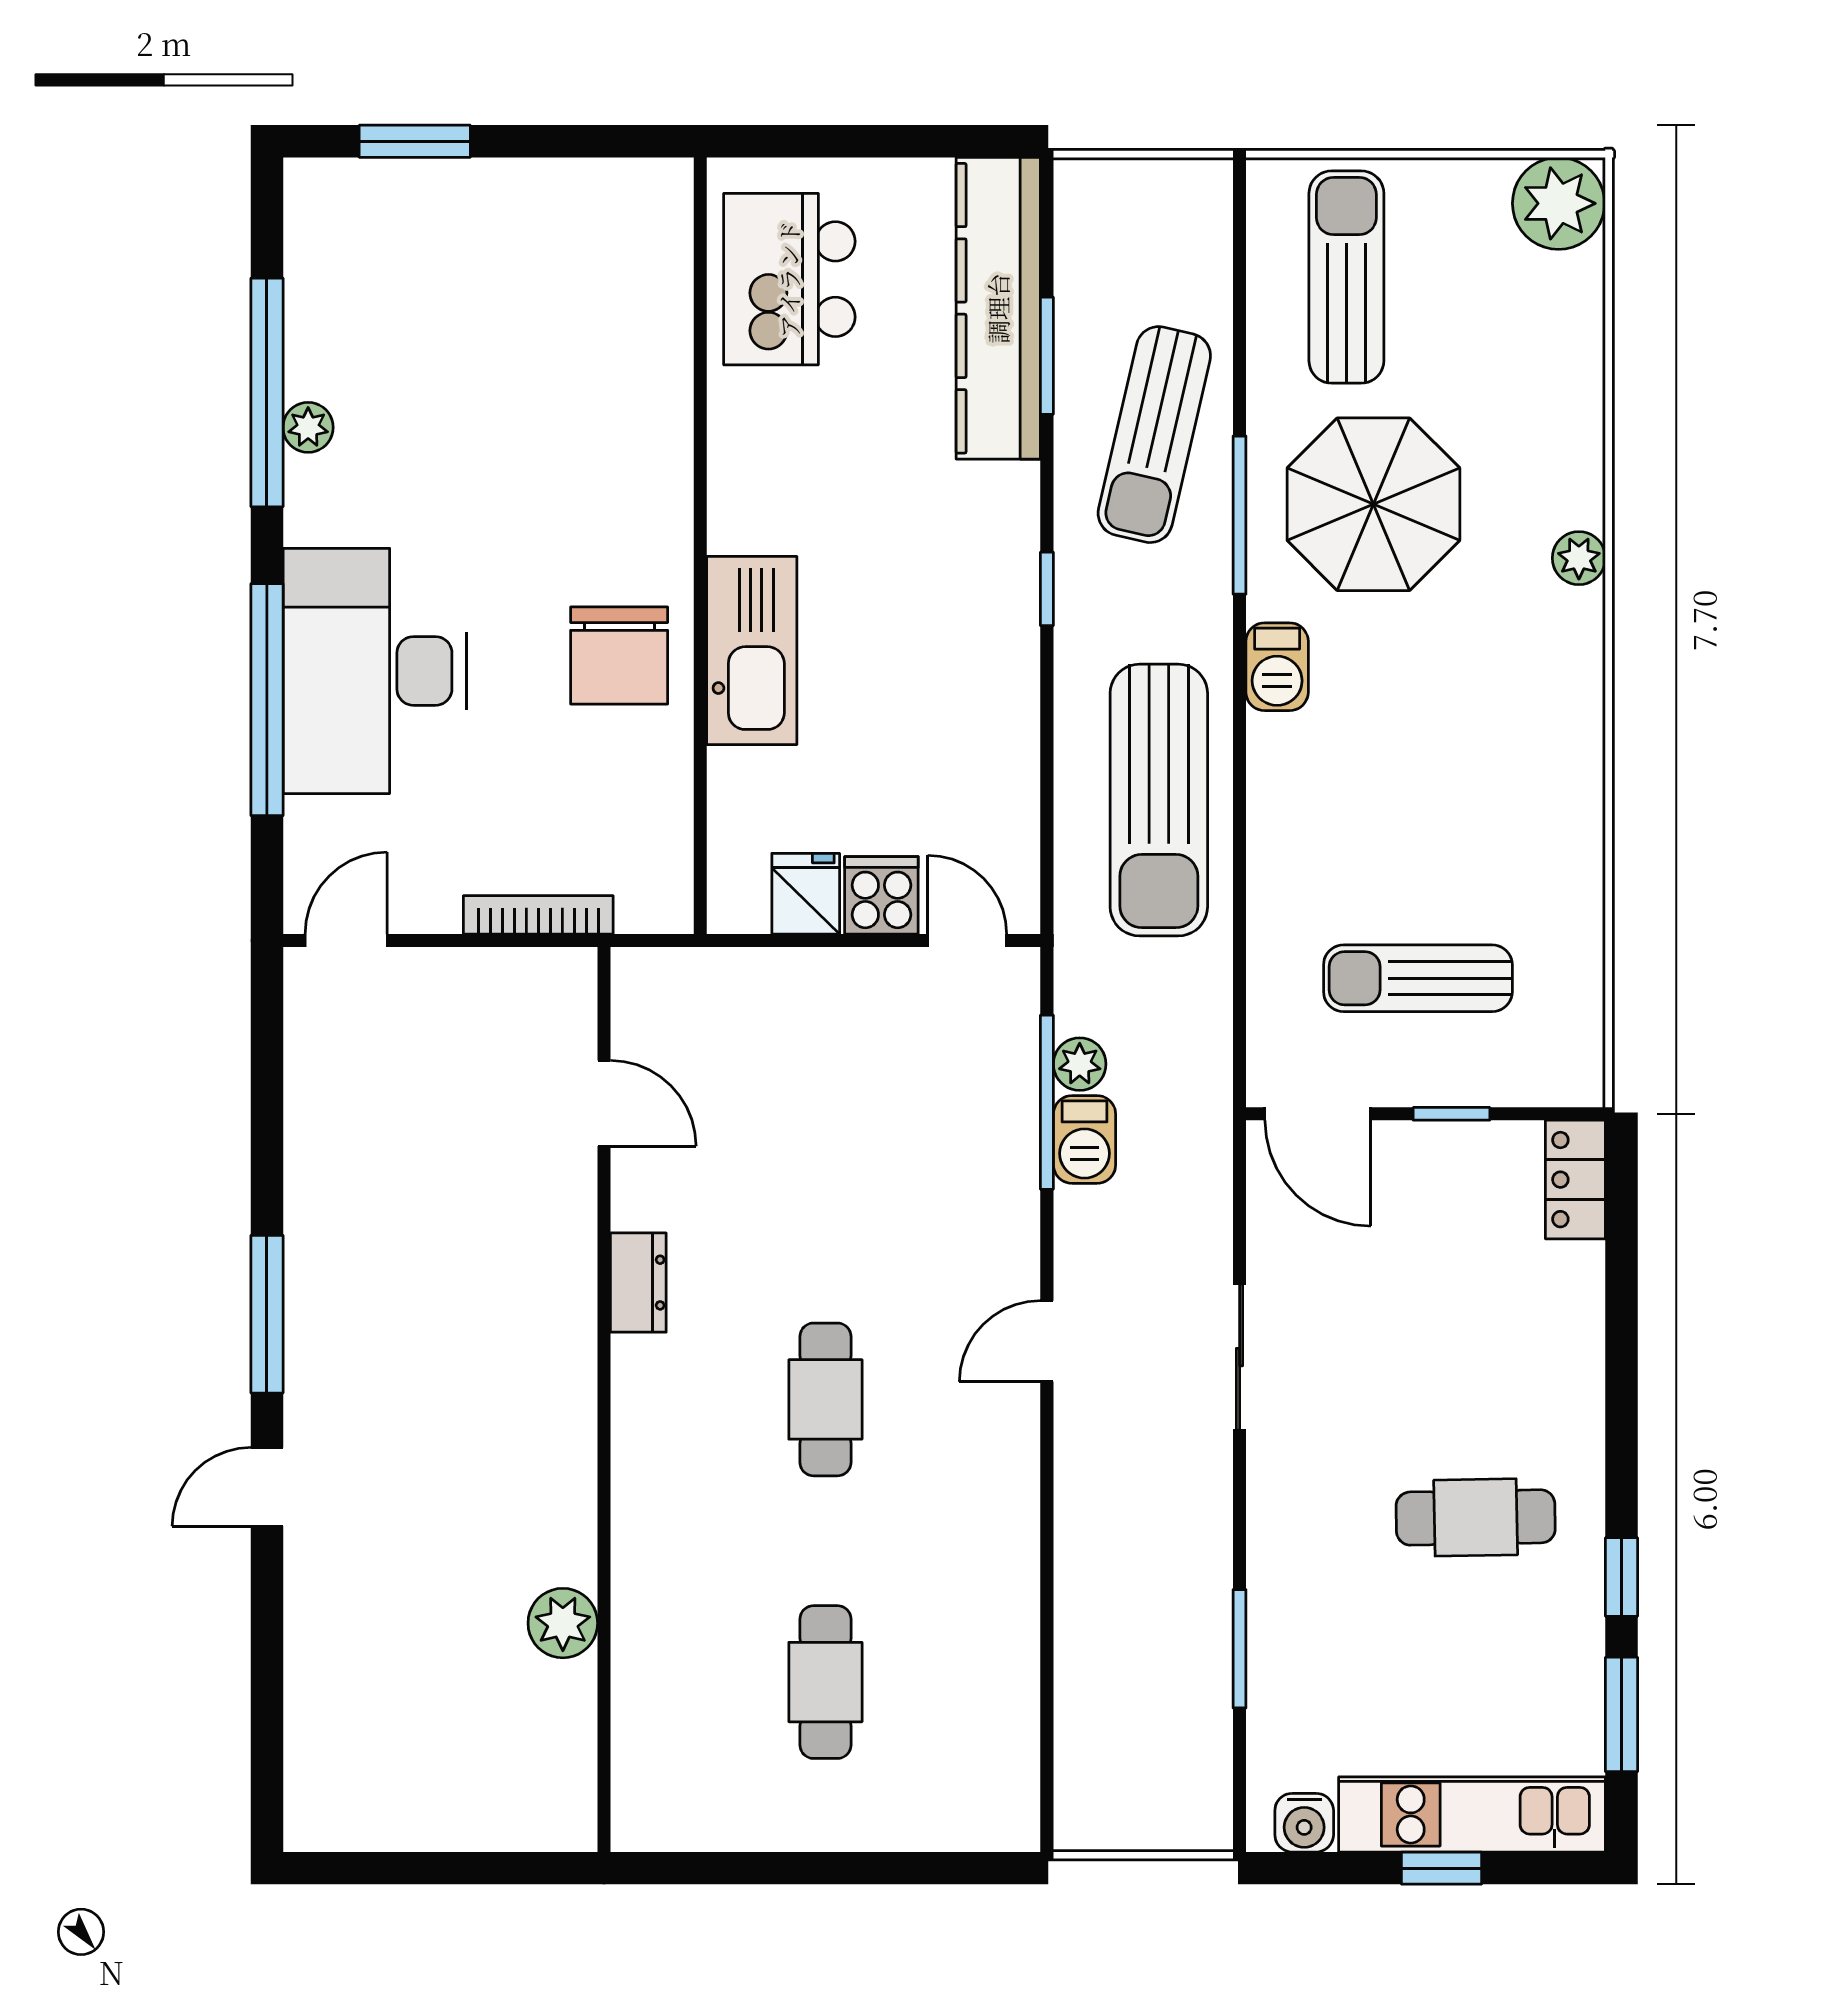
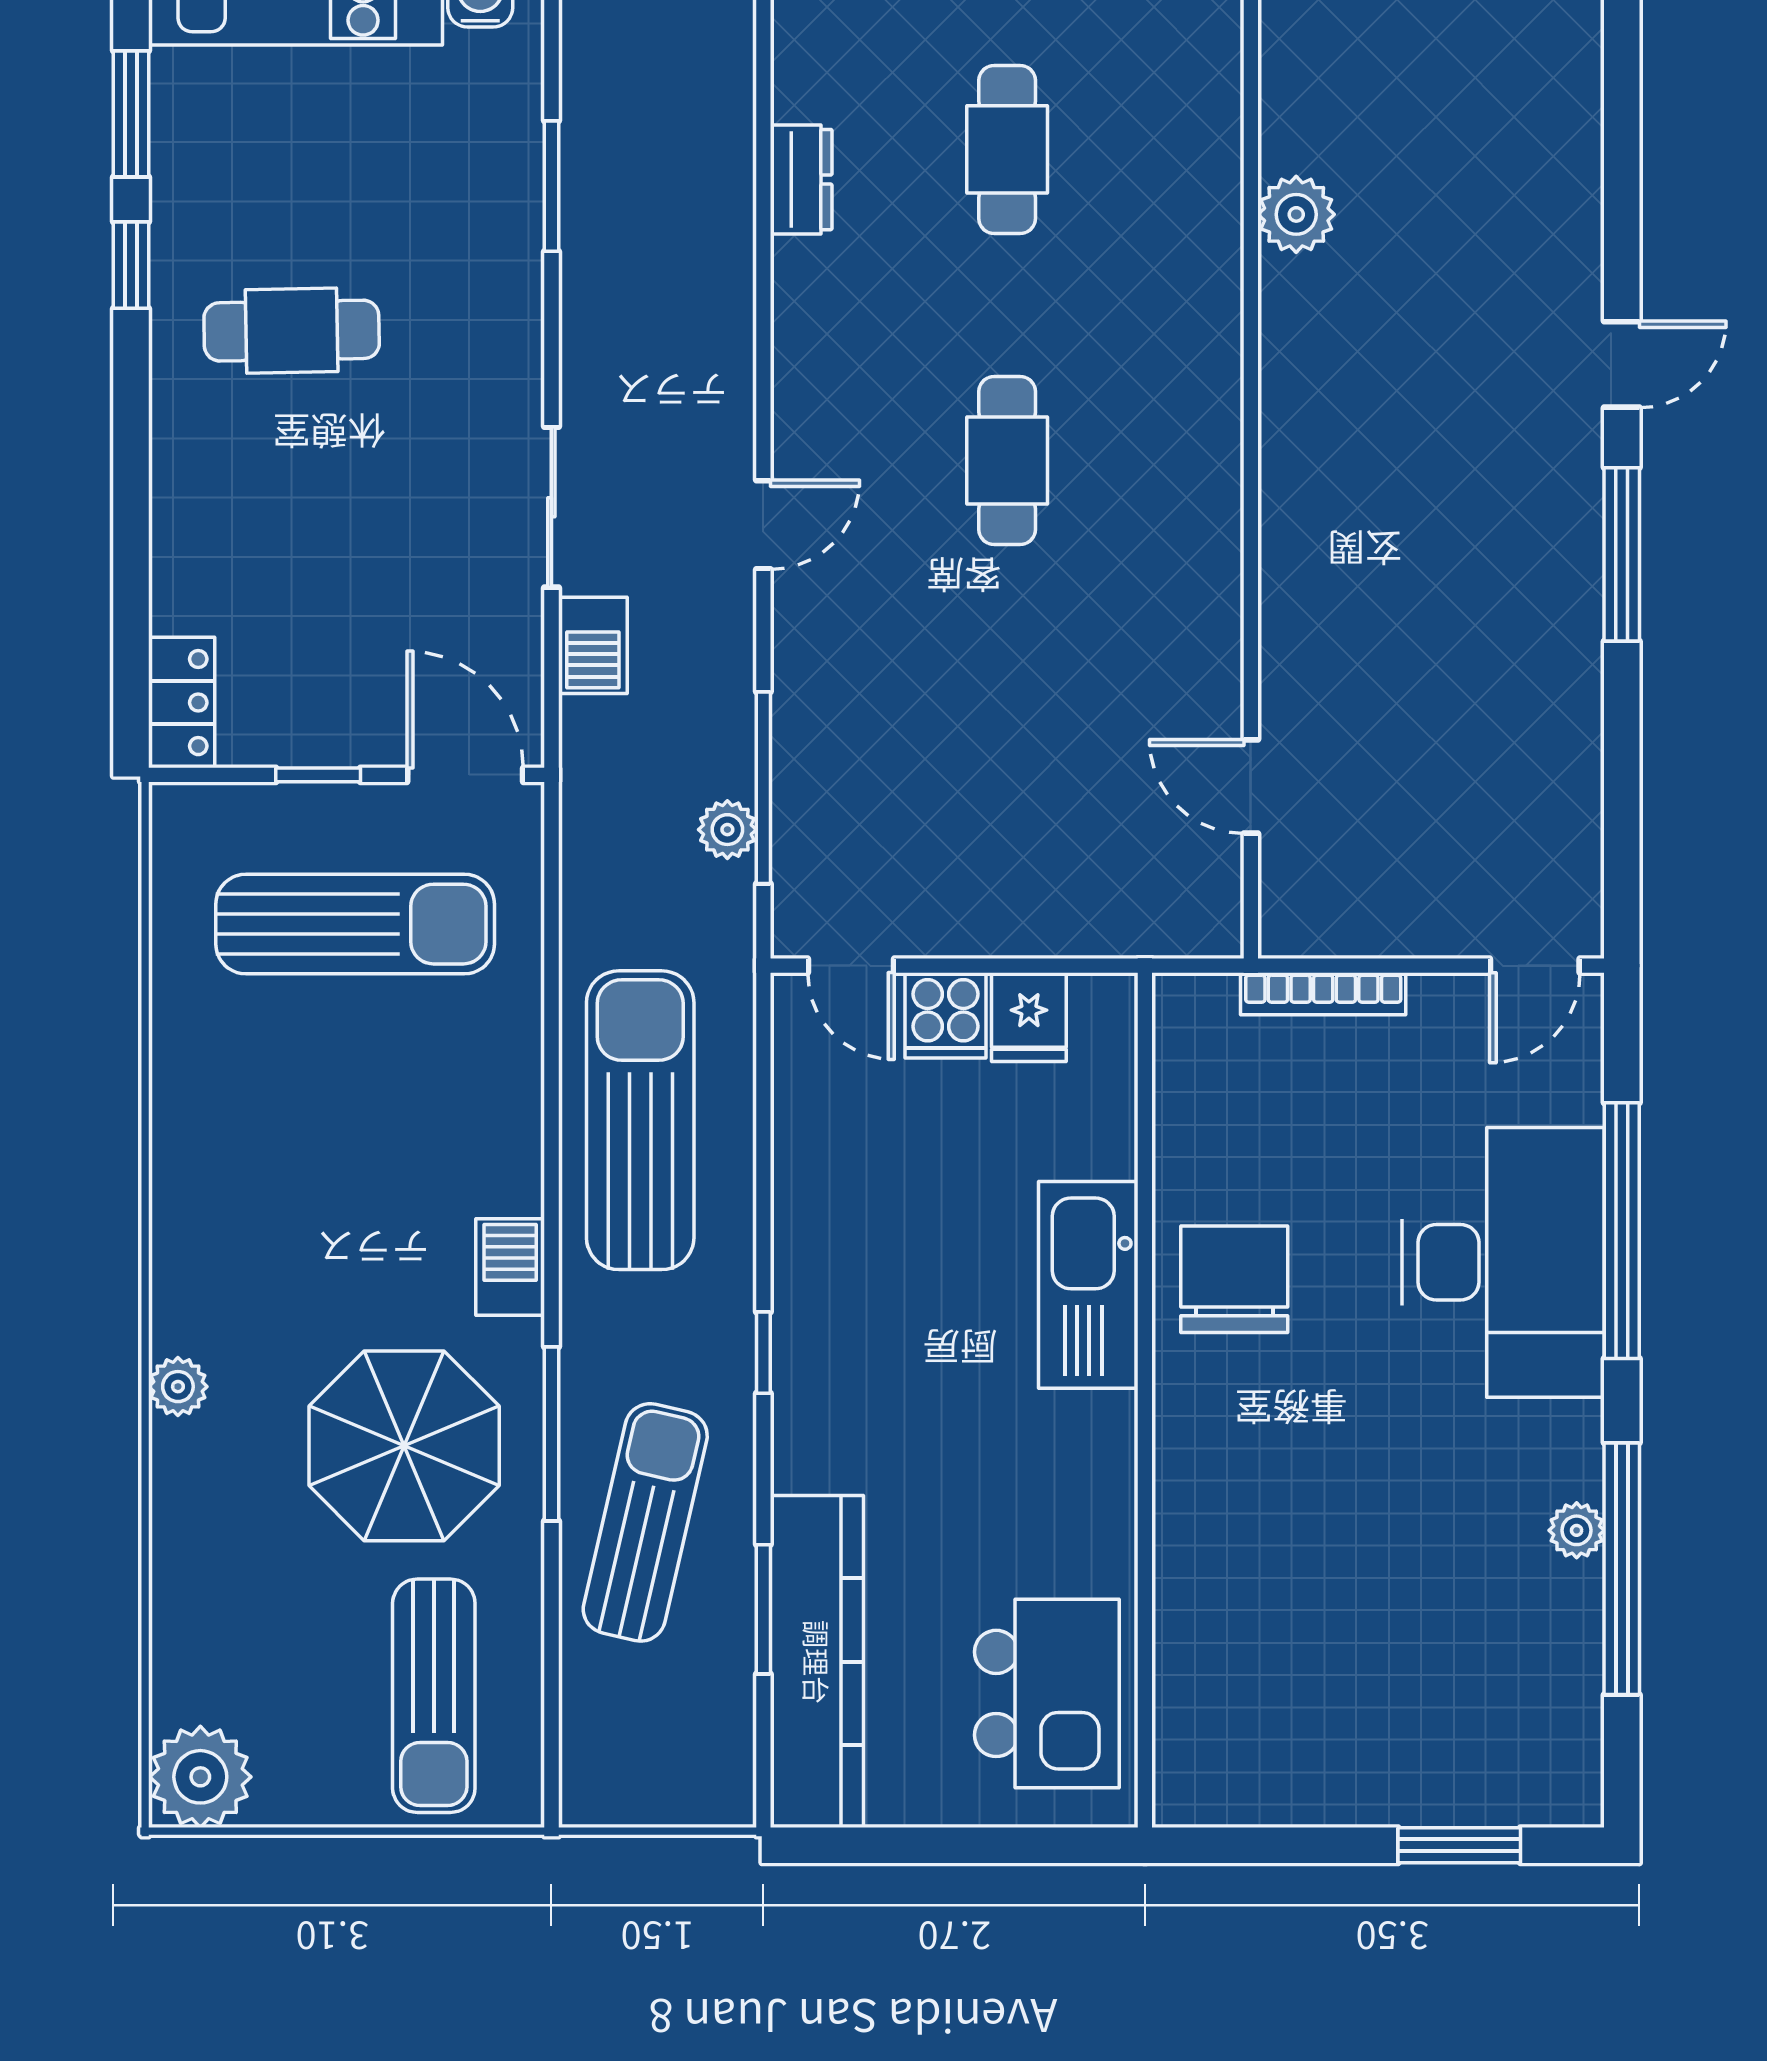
sun lounger: (1418, 978) -> (355, 924), width x1.36, depth x1.34
barbecue: (1085, 1139) -> (593, 645), moved, turned 180
dresser: (638, 1283) -> (801, 180), moved, turned 180

